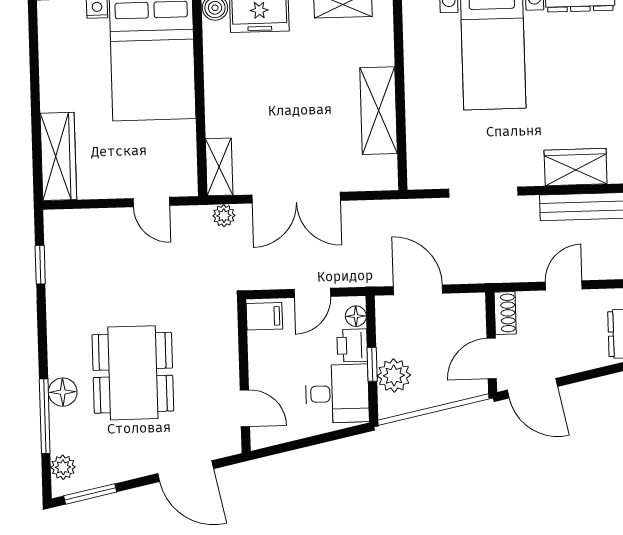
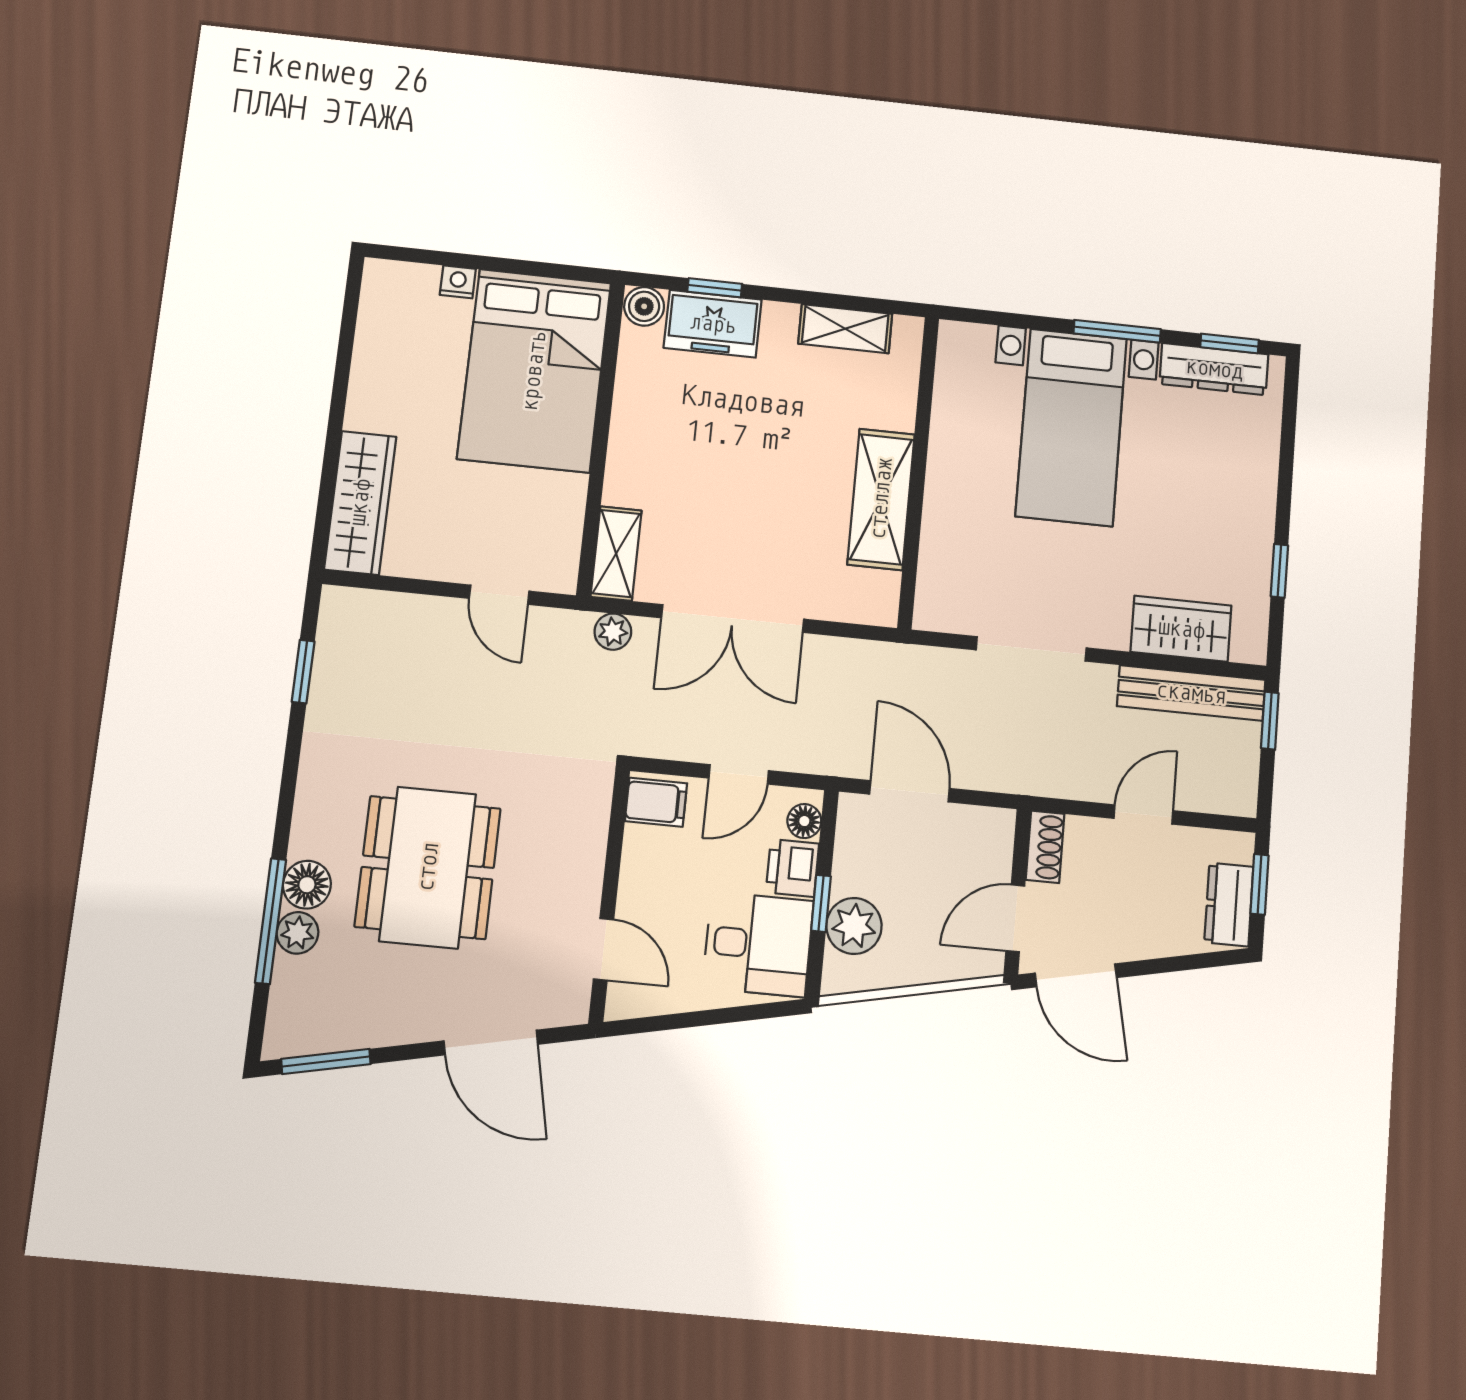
plant: (63, 467) -> (298, 933), moved

